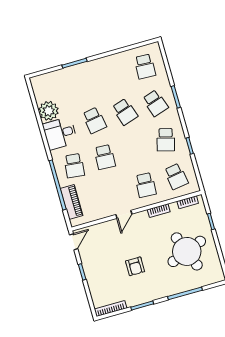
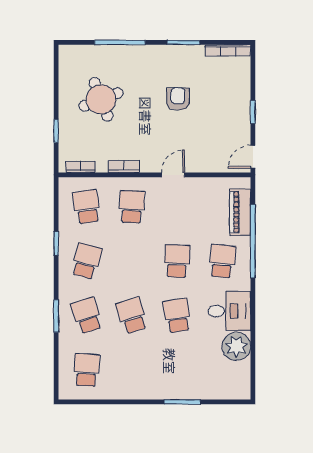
round table: (187, 251) -> (101, 99), width x0.73, depth x0.73

